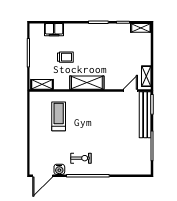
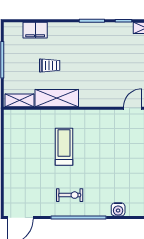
shelving: (87, 83) -> (57, 98), moved
treadmill: (59, 116) -> (64, 147), moved
water cooler: (59, 169) -> (118, 209), moved

